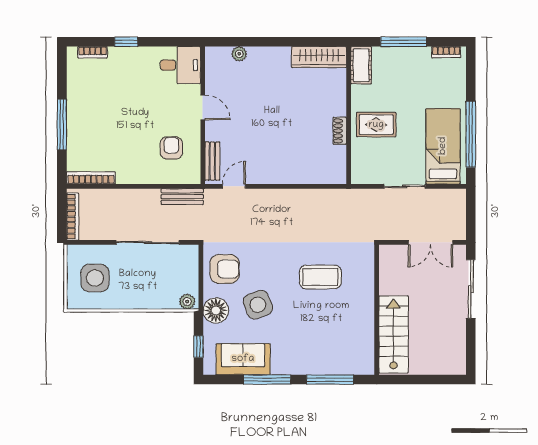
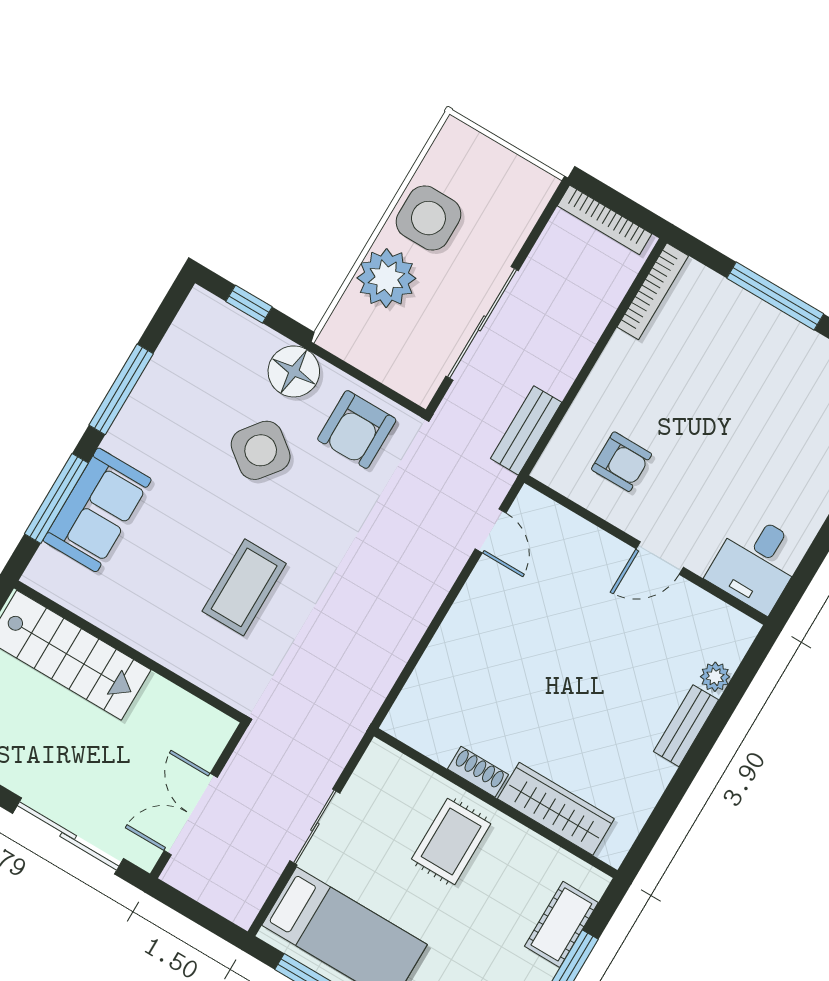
wardrobe: (319, 57) -> (556, 809), moved, turned 90
cot: (361, 65) -> (561, 924), moved, turned 90
bench: (212, 161) -> (686, 726), moved, turned 90
side table: (95, 278) -> (428, 218), moved
plant: (187, 302) -> (386, 278), moved, width x1.87, depth x1.87
side table: (258, 305) -> (261, 450), turned -31
sofa: (243, 359) -> (97, 510), moved

